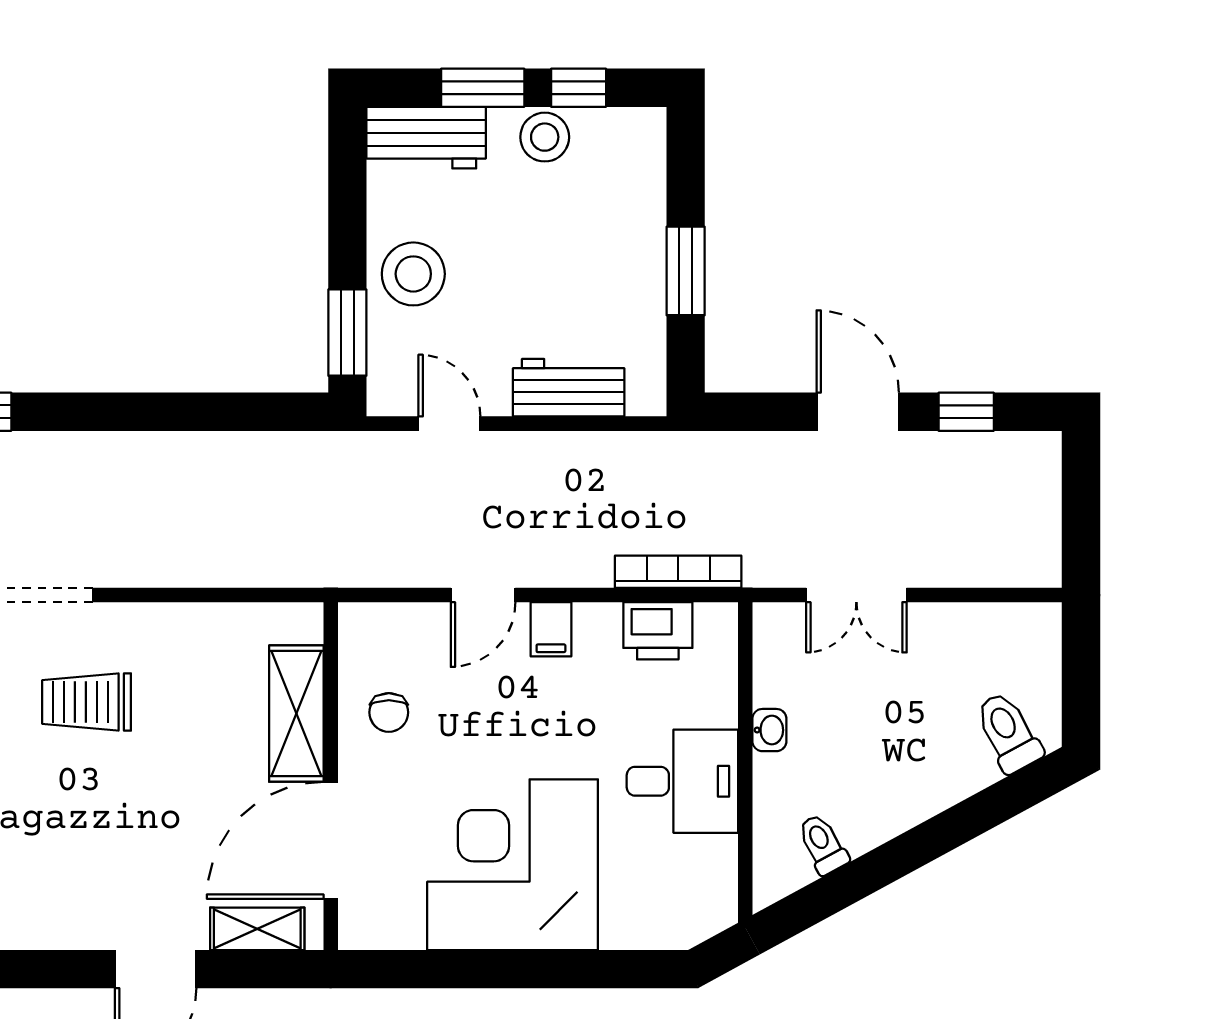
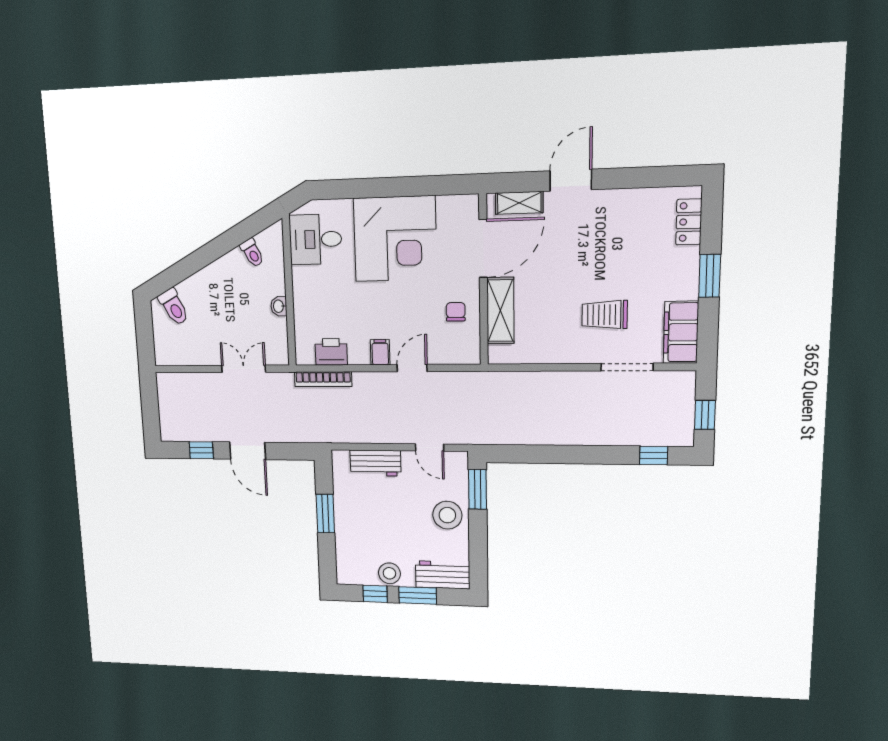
trolley: (87, 702) -> (605, 315), turned 180
desk: (682, 781) -> (315, 239), moved

